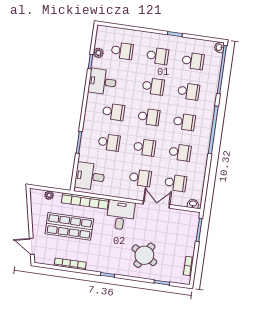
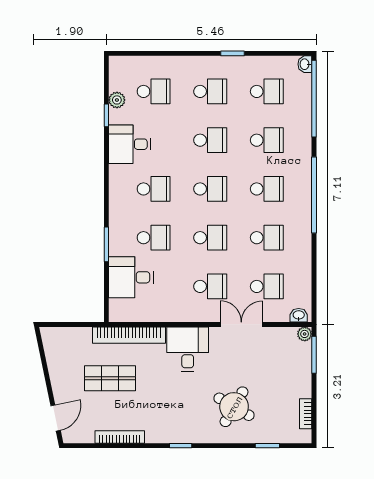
desk: (90, 176) -> (131, 277), moved
plant: (49, 195) -> (305, 334), moved
shop shelf: (69, 226) -> (110, 378), width x0.70, depth x0.74
door: (32, 246) -> (56, 418), swing flipped

